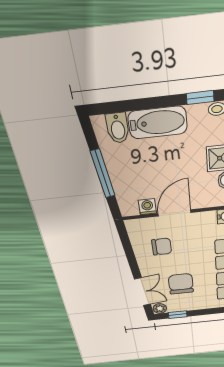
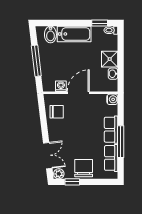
chair: (162, 247) -> (57, 112), moved
chair: (181, 284) -> (84, 168), moved

